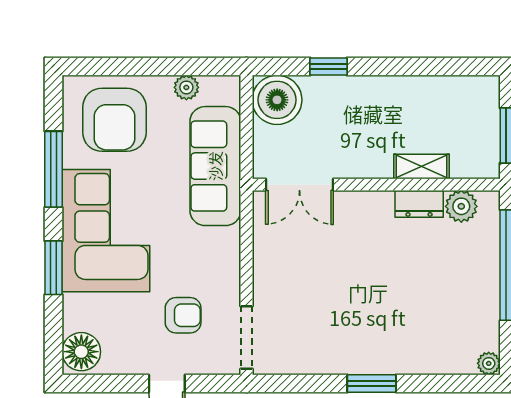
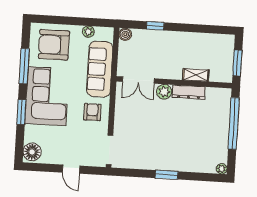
boiler: (277, 100) -> (125, 34), width x0.54, depth x0.54
armchair: (114, 120) -> (54, 45), turned 90
dresser: (419, 204) -> (189, 92), width x1.44
plant: (461, 206) -> (164, 92), moved
armchair: (183, 315) -> (92, 112), moved, turned -90

